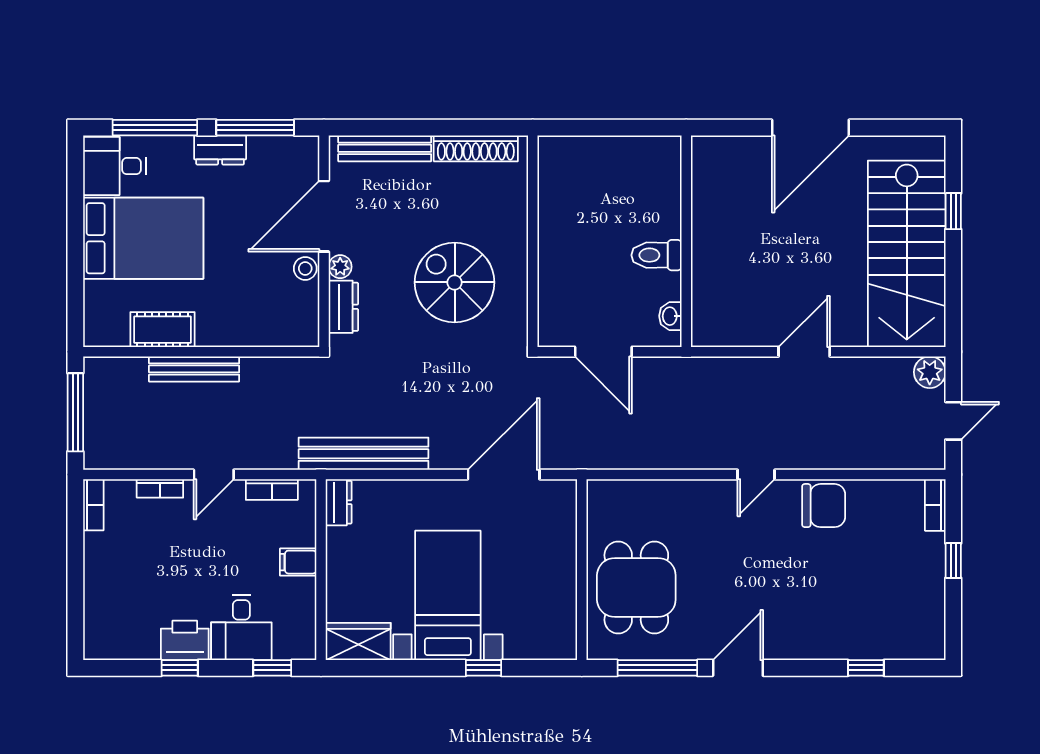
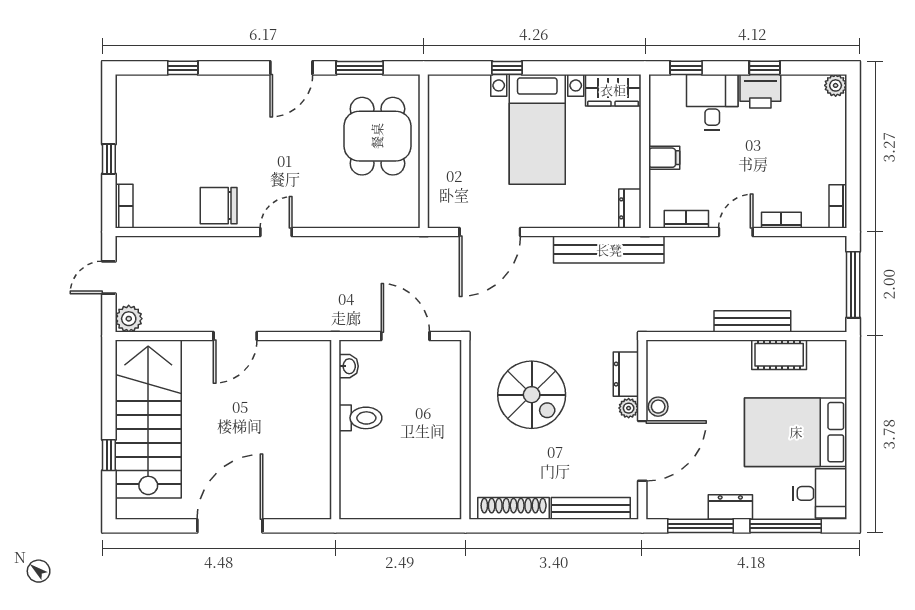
plant: (96, 647) -> (836, 85), added
window: (657, 668) -> (360, 68), width x0.69

